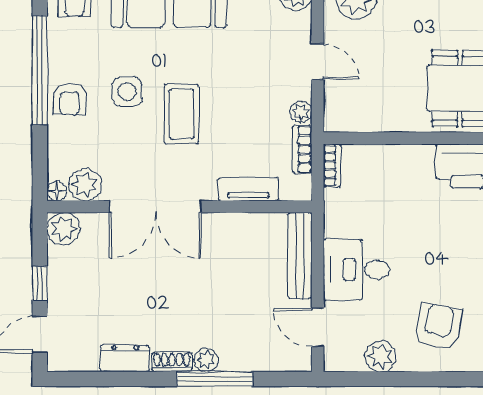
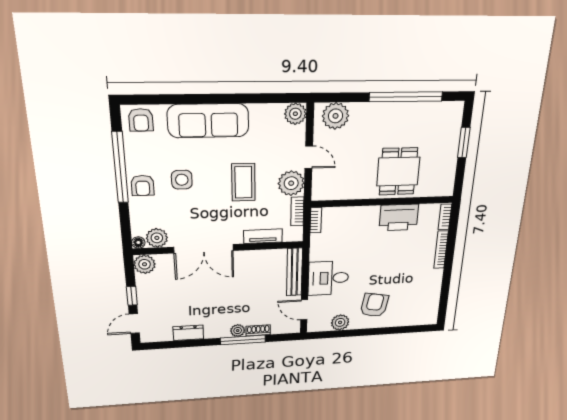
plant: (301, 112) -> (291, 183), width x1.88, depth x1.88
coffee table: (181, 114) -> (243, 182), moved
shoe rack: (172, 362) -> (258, 330), moved

